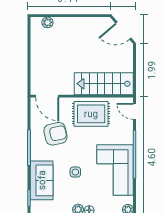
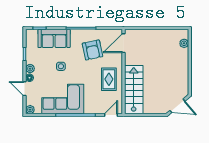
door: (123, 31) -> (177, 106), swing flipped
rug: (91, 114) -> (109, 79), width x0.73, depth x0.70

